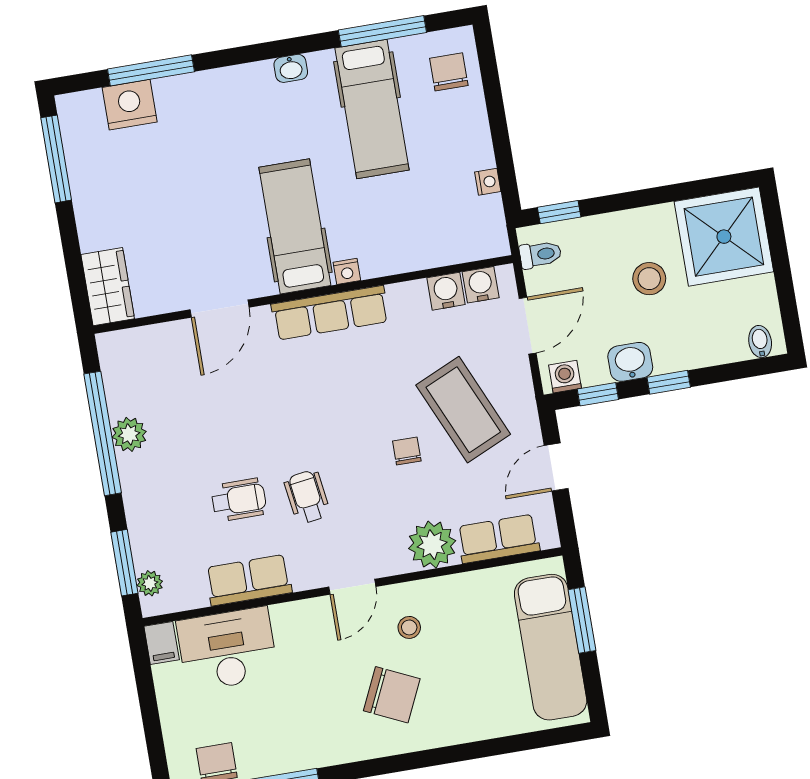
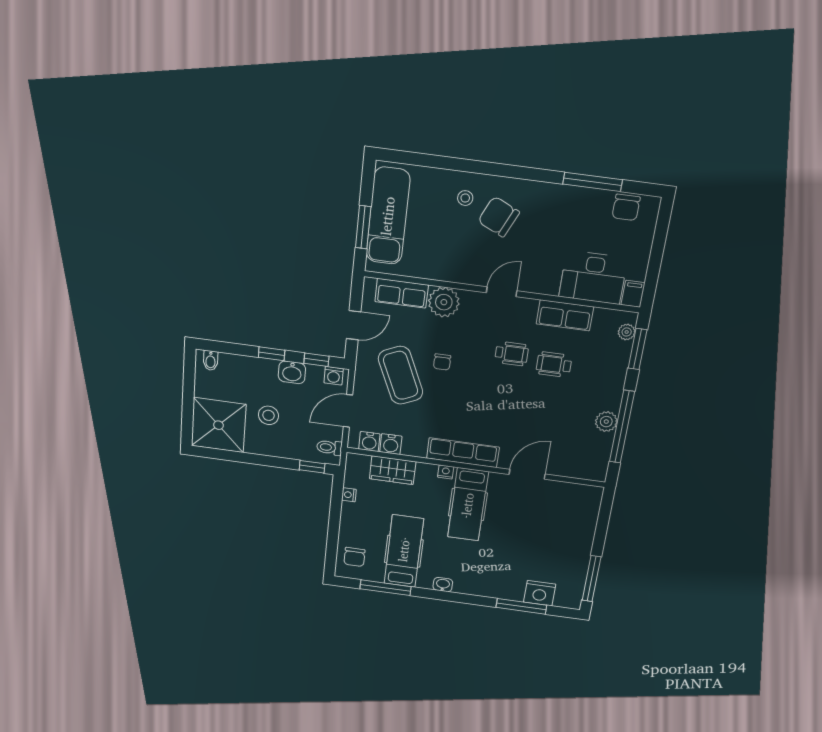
wardrobe: (108, 287) -> (393, 470), moved, turned -90
wheelchair: (307, 497) -> (512, 354), turned -82
stool: (409, 627) -> (465, 198), moved

